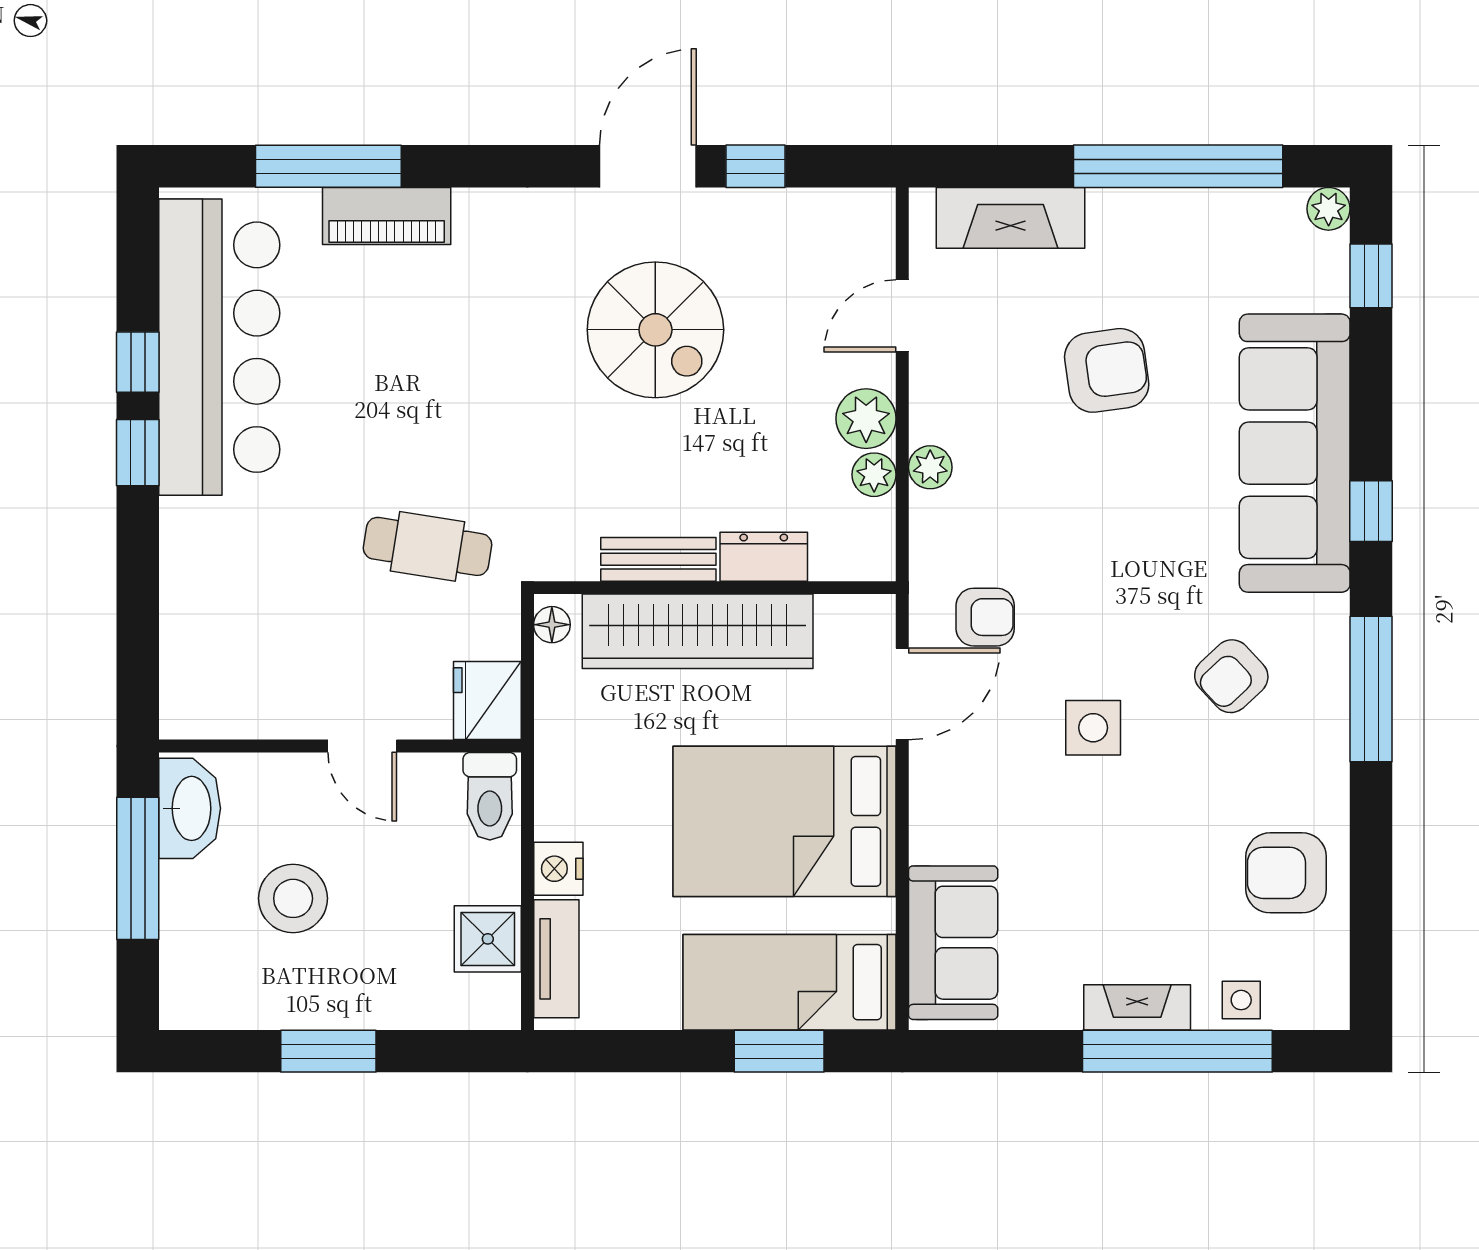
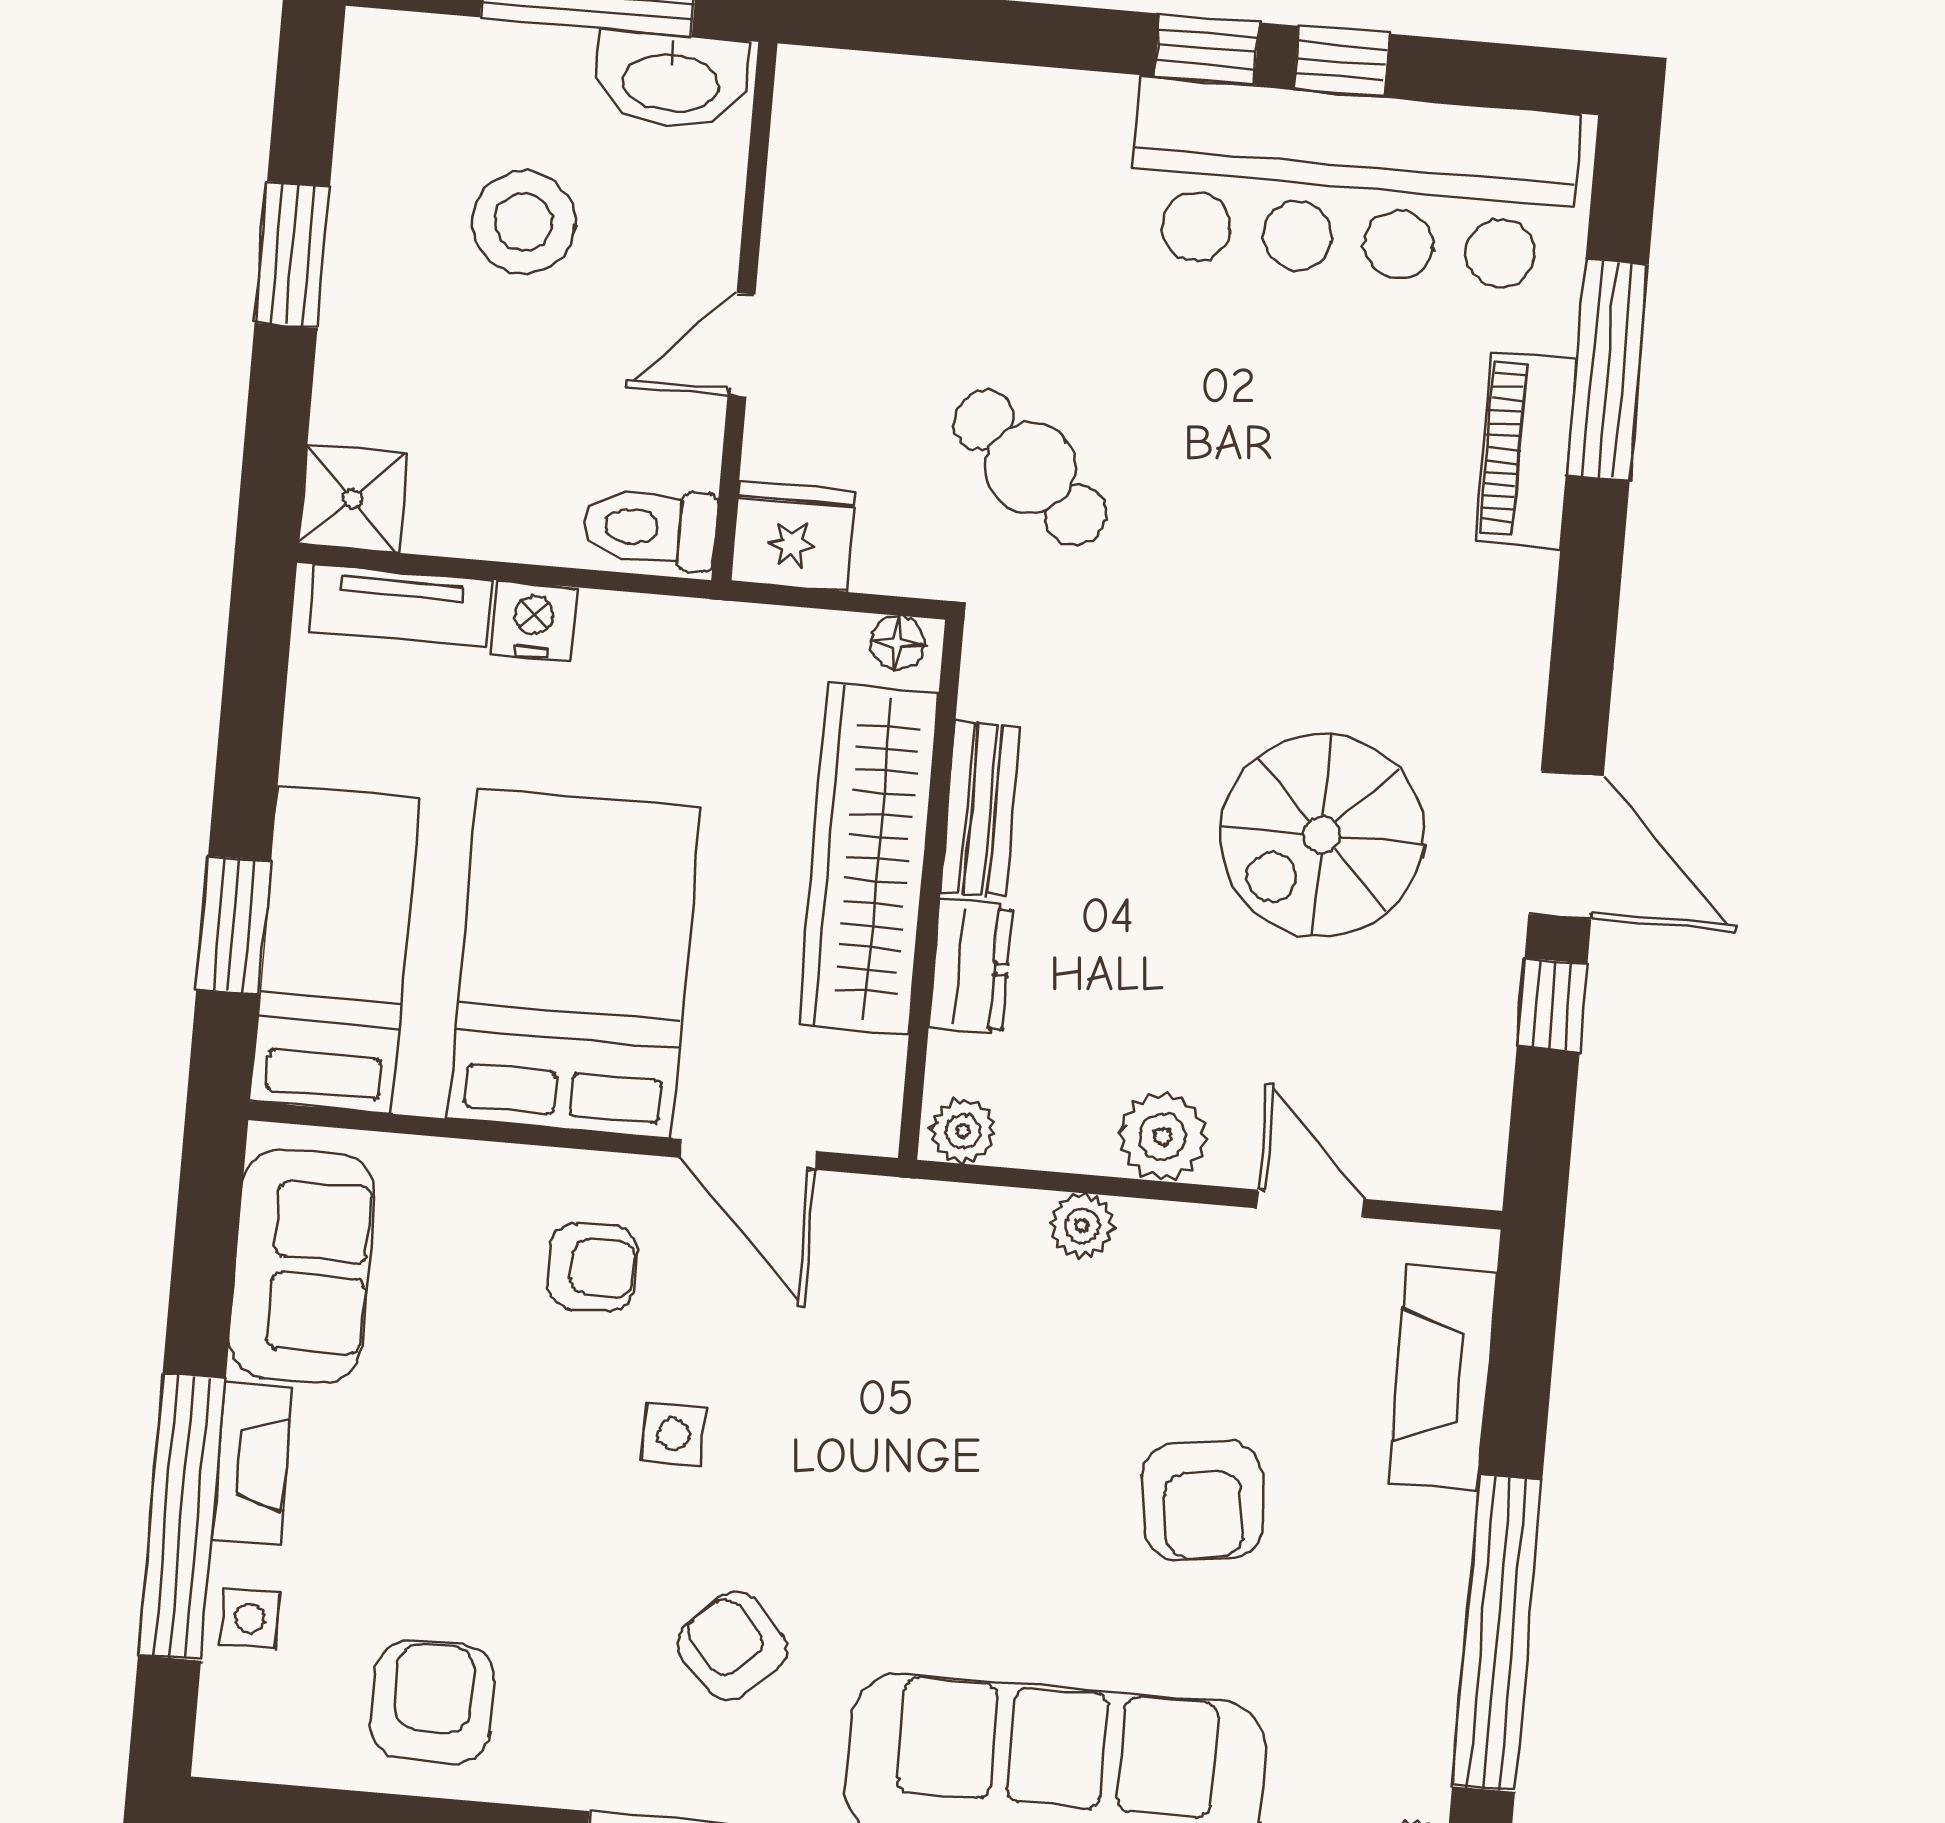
plant: (874, 475) -> (963, 1131), moved
cafe table: (428, 546) -> (1030, 468), turned -58
armchair: (985, 617) -> (592, 1267), moved, turned -90
side table: (1093, 728) -> (673, 1434), width x0.73, depth x0.73
shower: (488, 939) -> (352, 499), moved
sofa: (953, 943) -> (302, 1266), moved, turned -90

